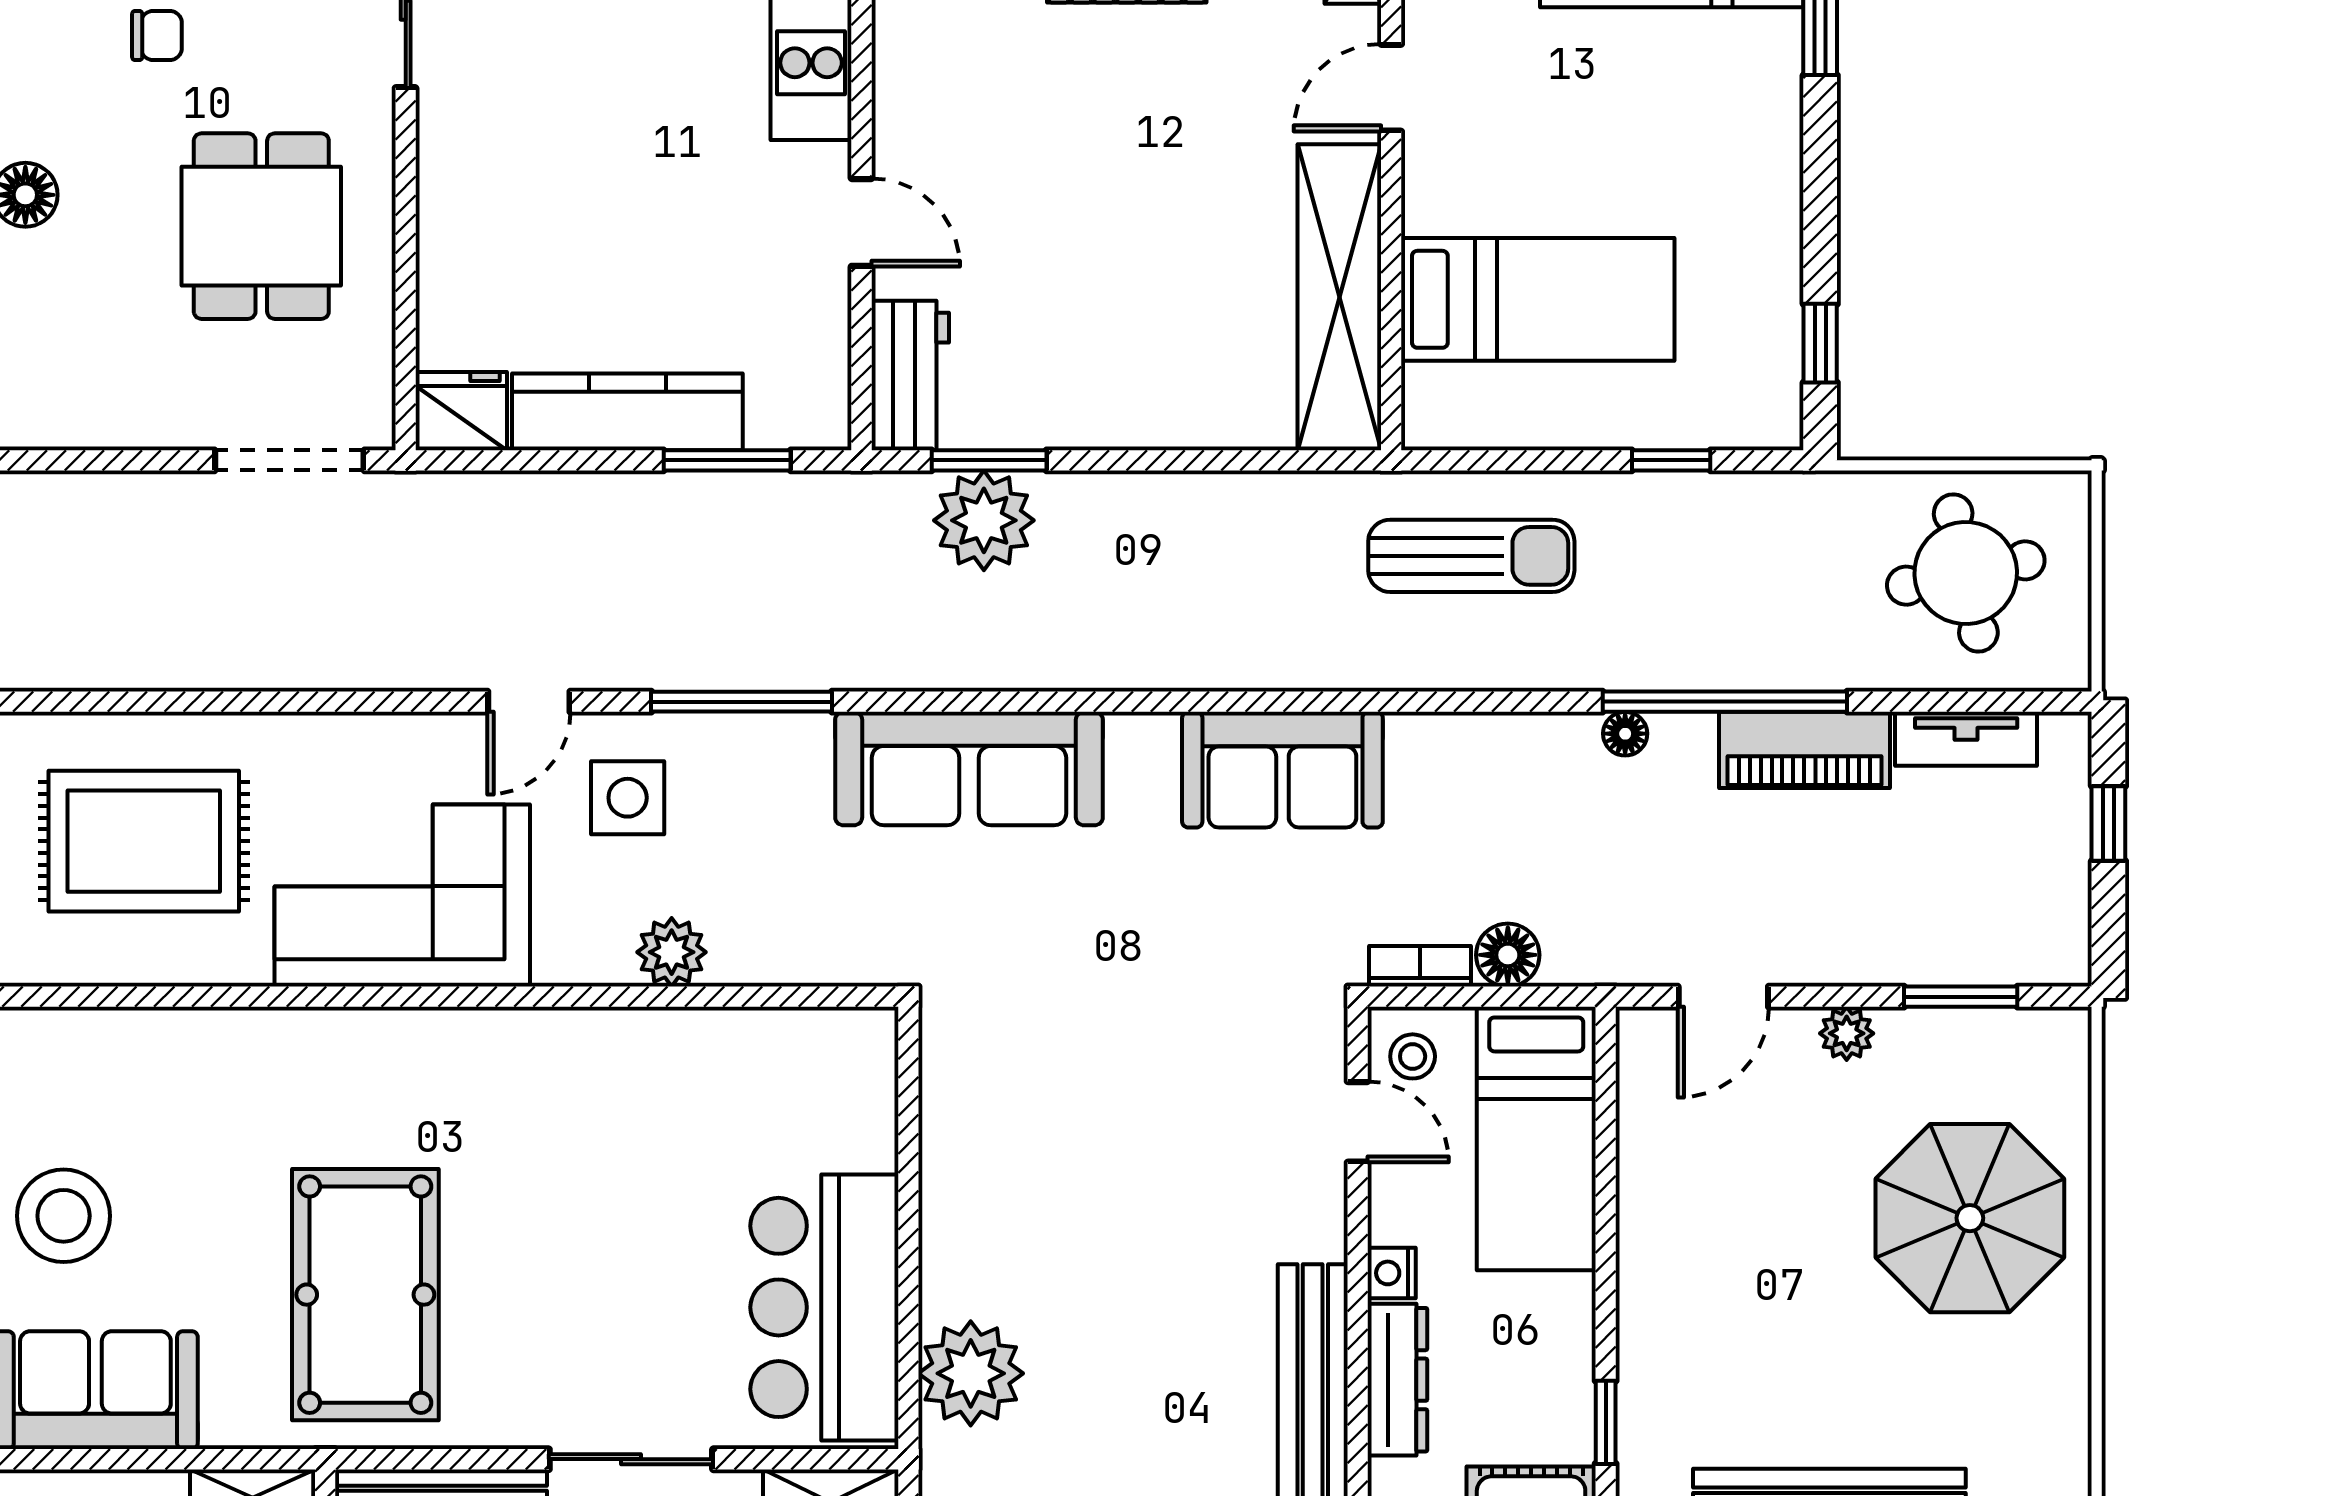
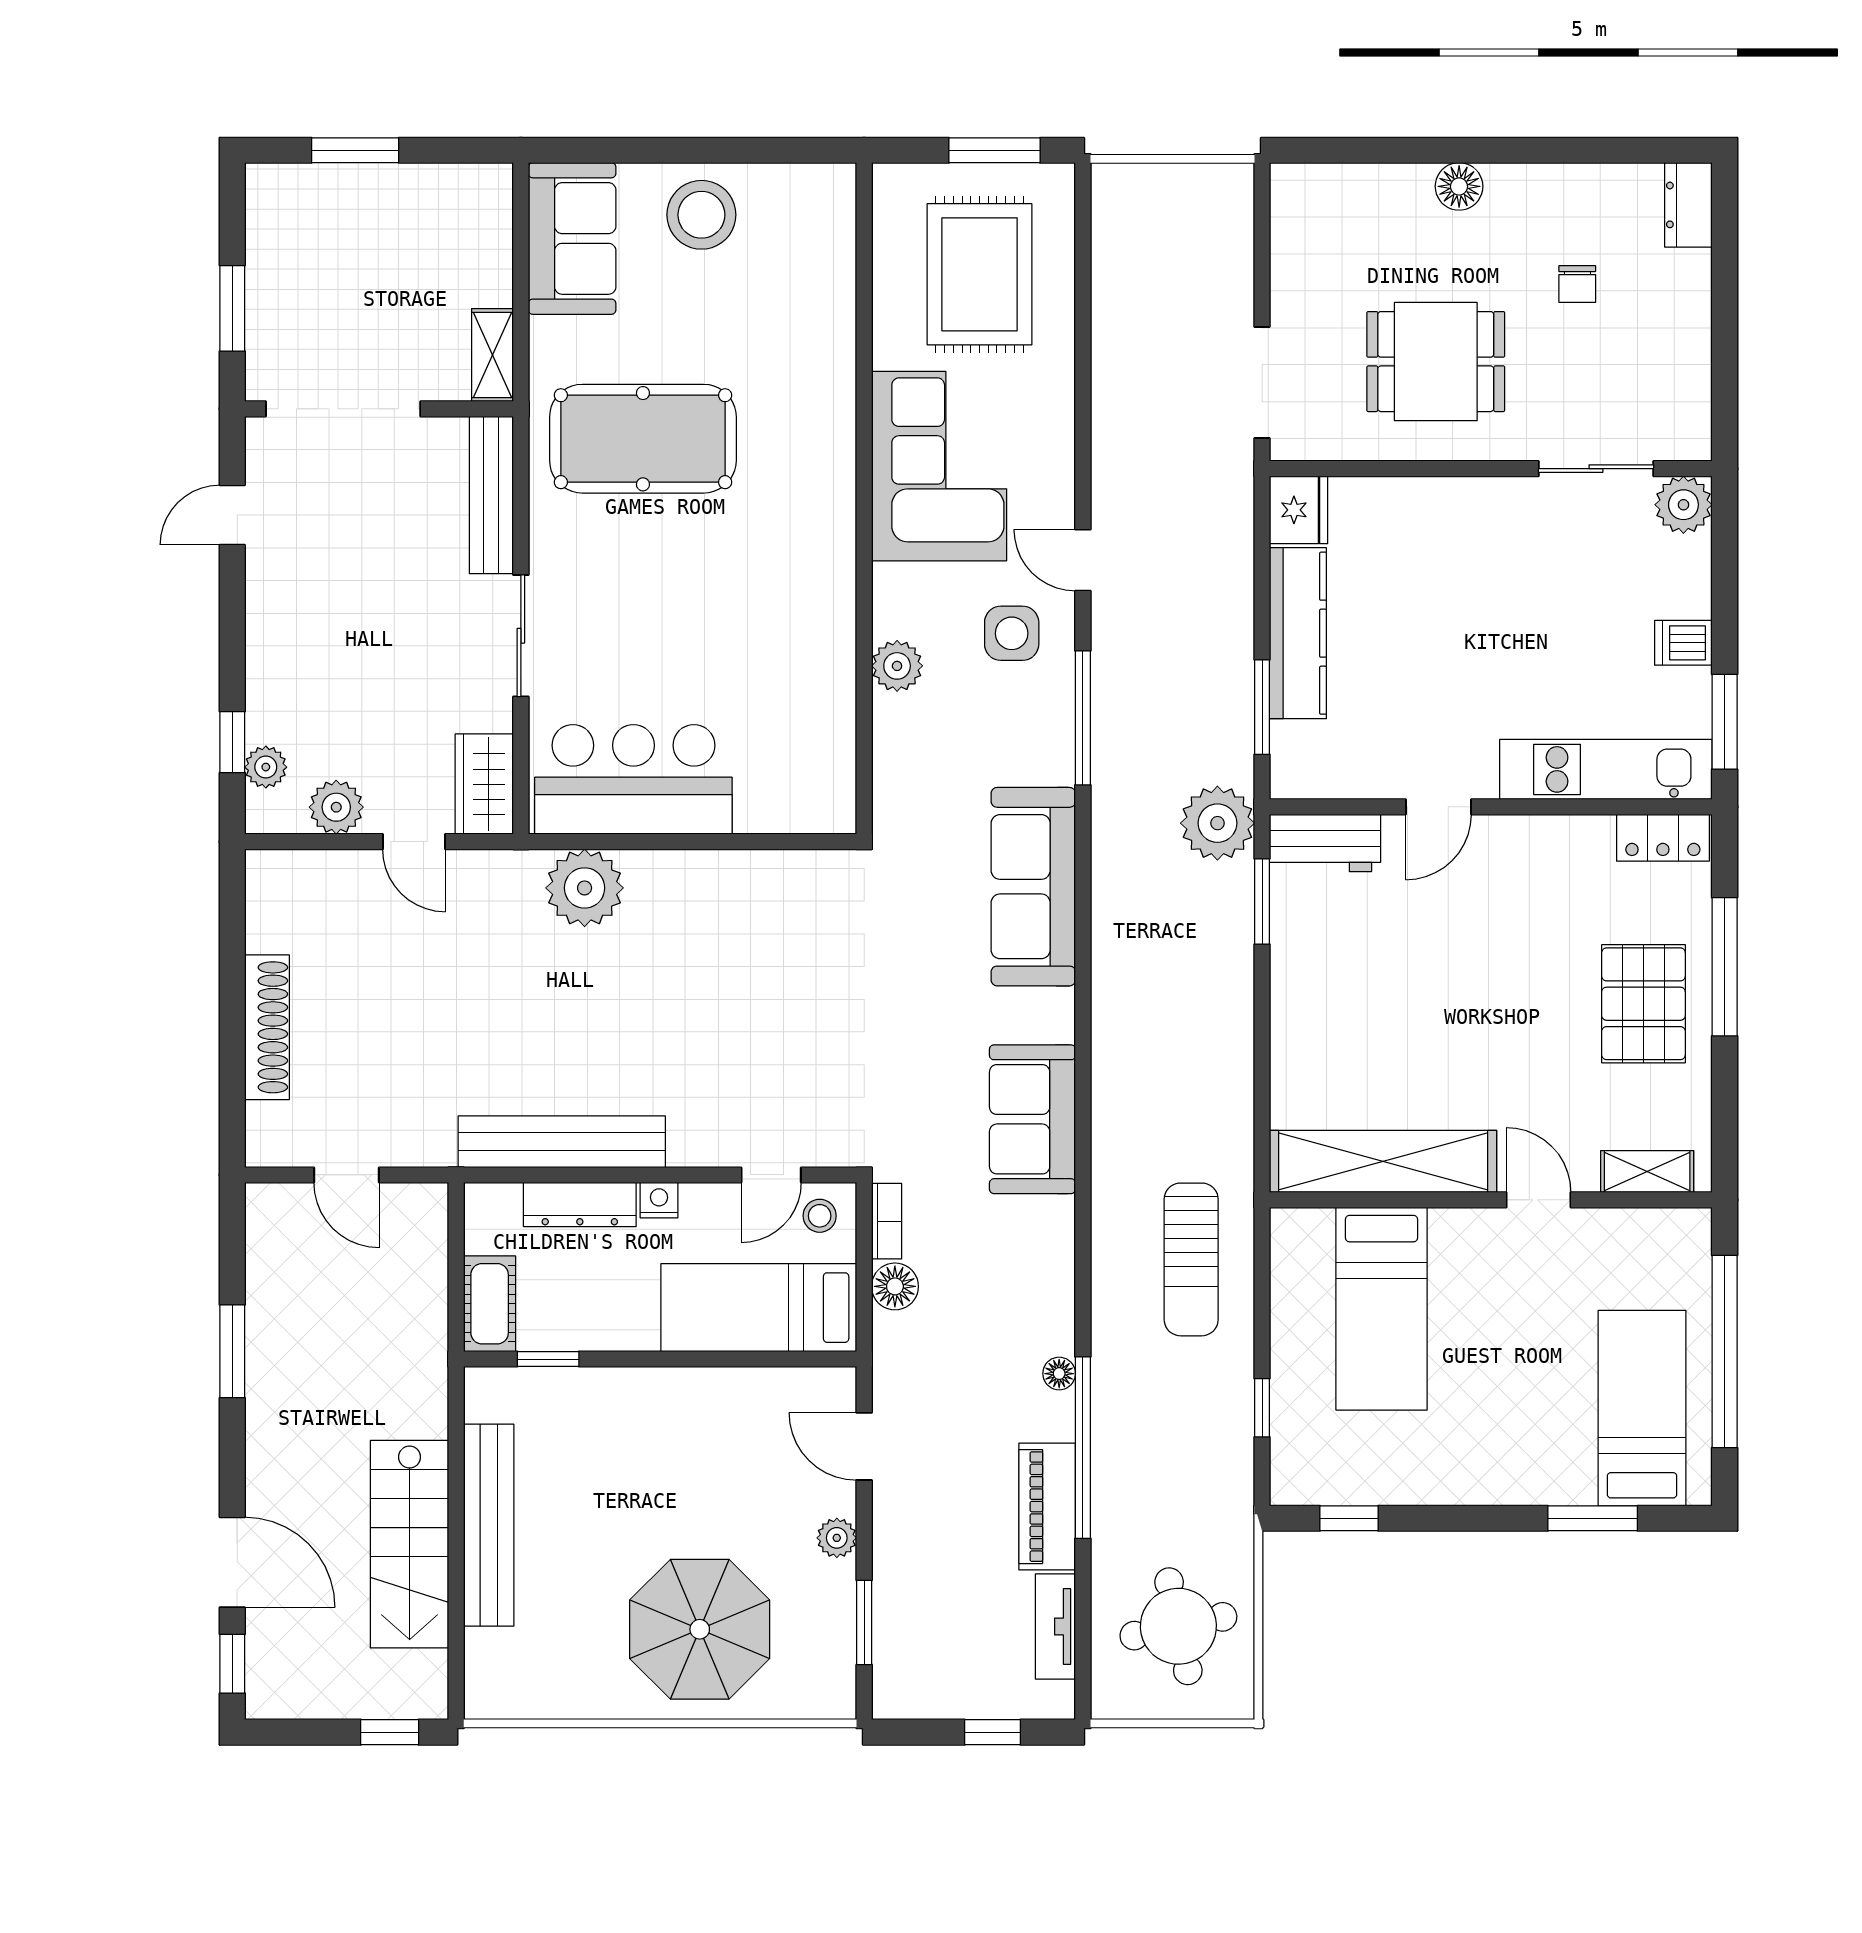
plant: (984, 520) -> (1217, 823), moved

